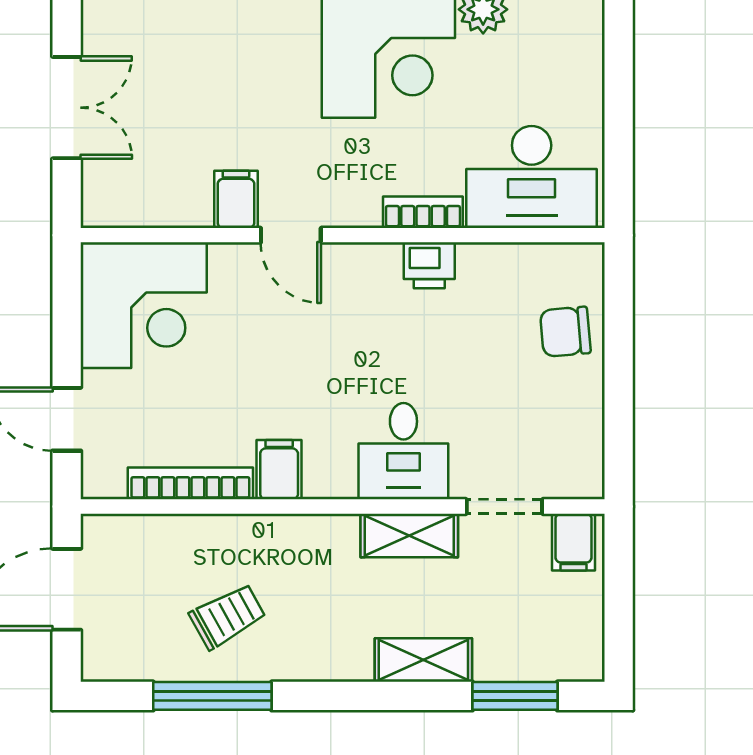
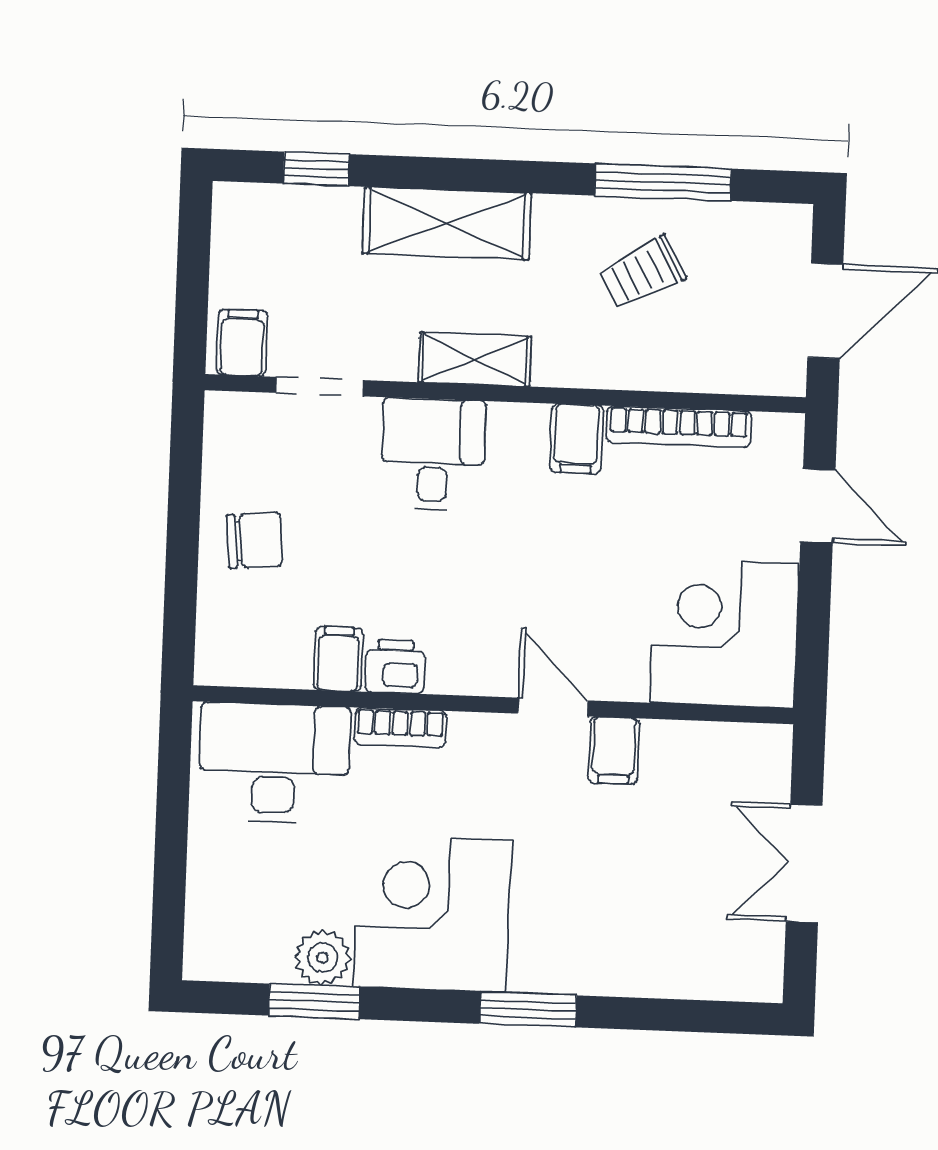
filing cabinet: (479, 270) -> (338, 659), added
chair: (565, 332) -> (255, 540), moved
shelving: (409, 535) -> (475, 359), moved
shelving: (423, 660) -> (447, 223), width x1.50, depth x1.33
window: (515, 696) -> (316, 169), width x0.67

